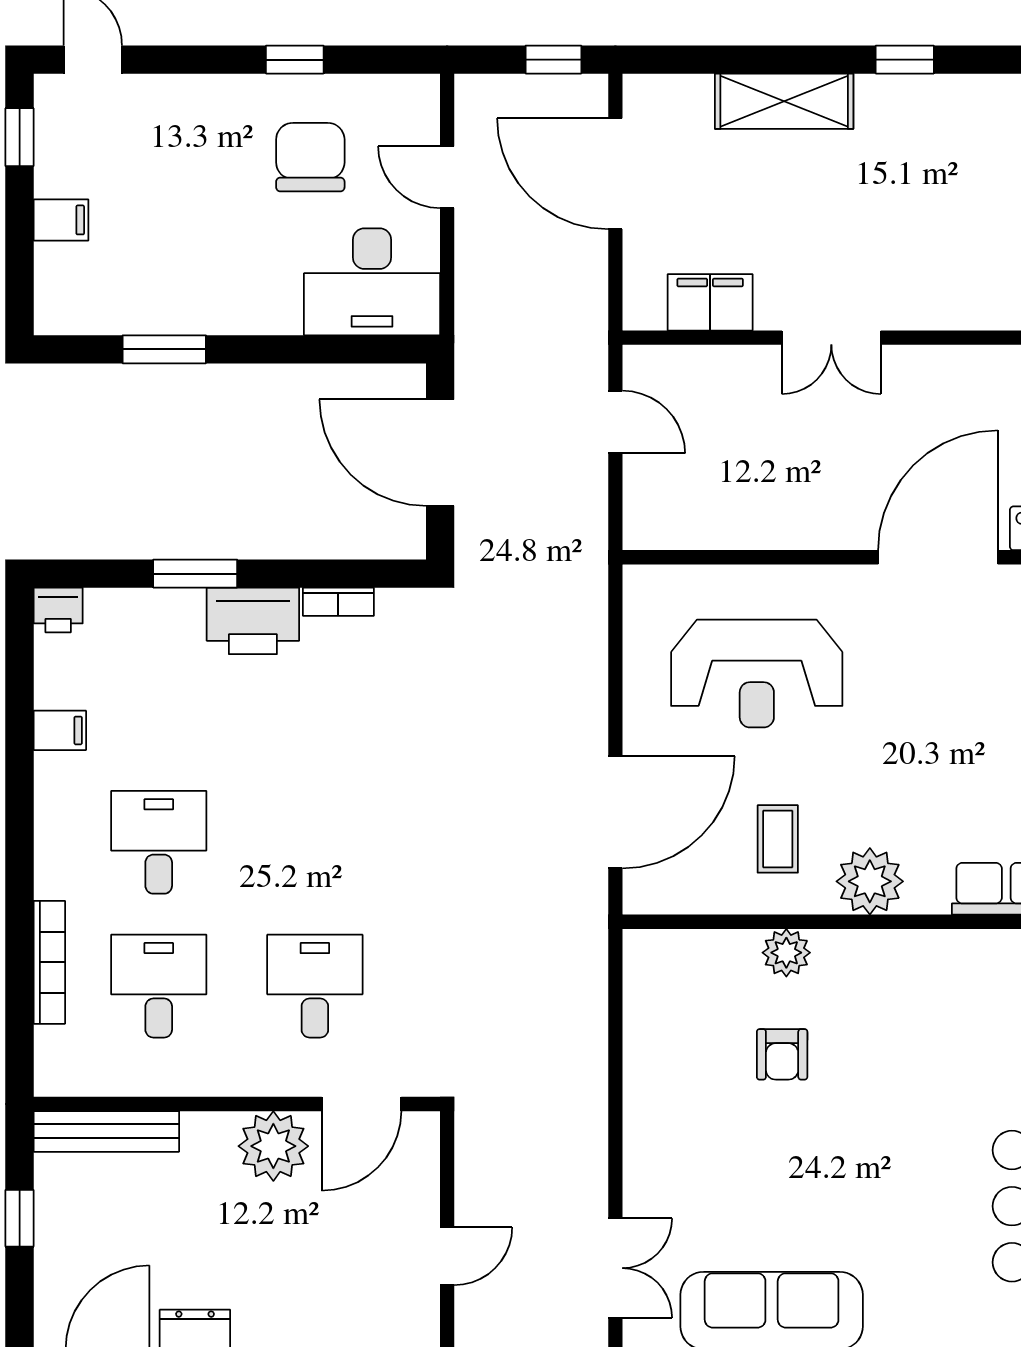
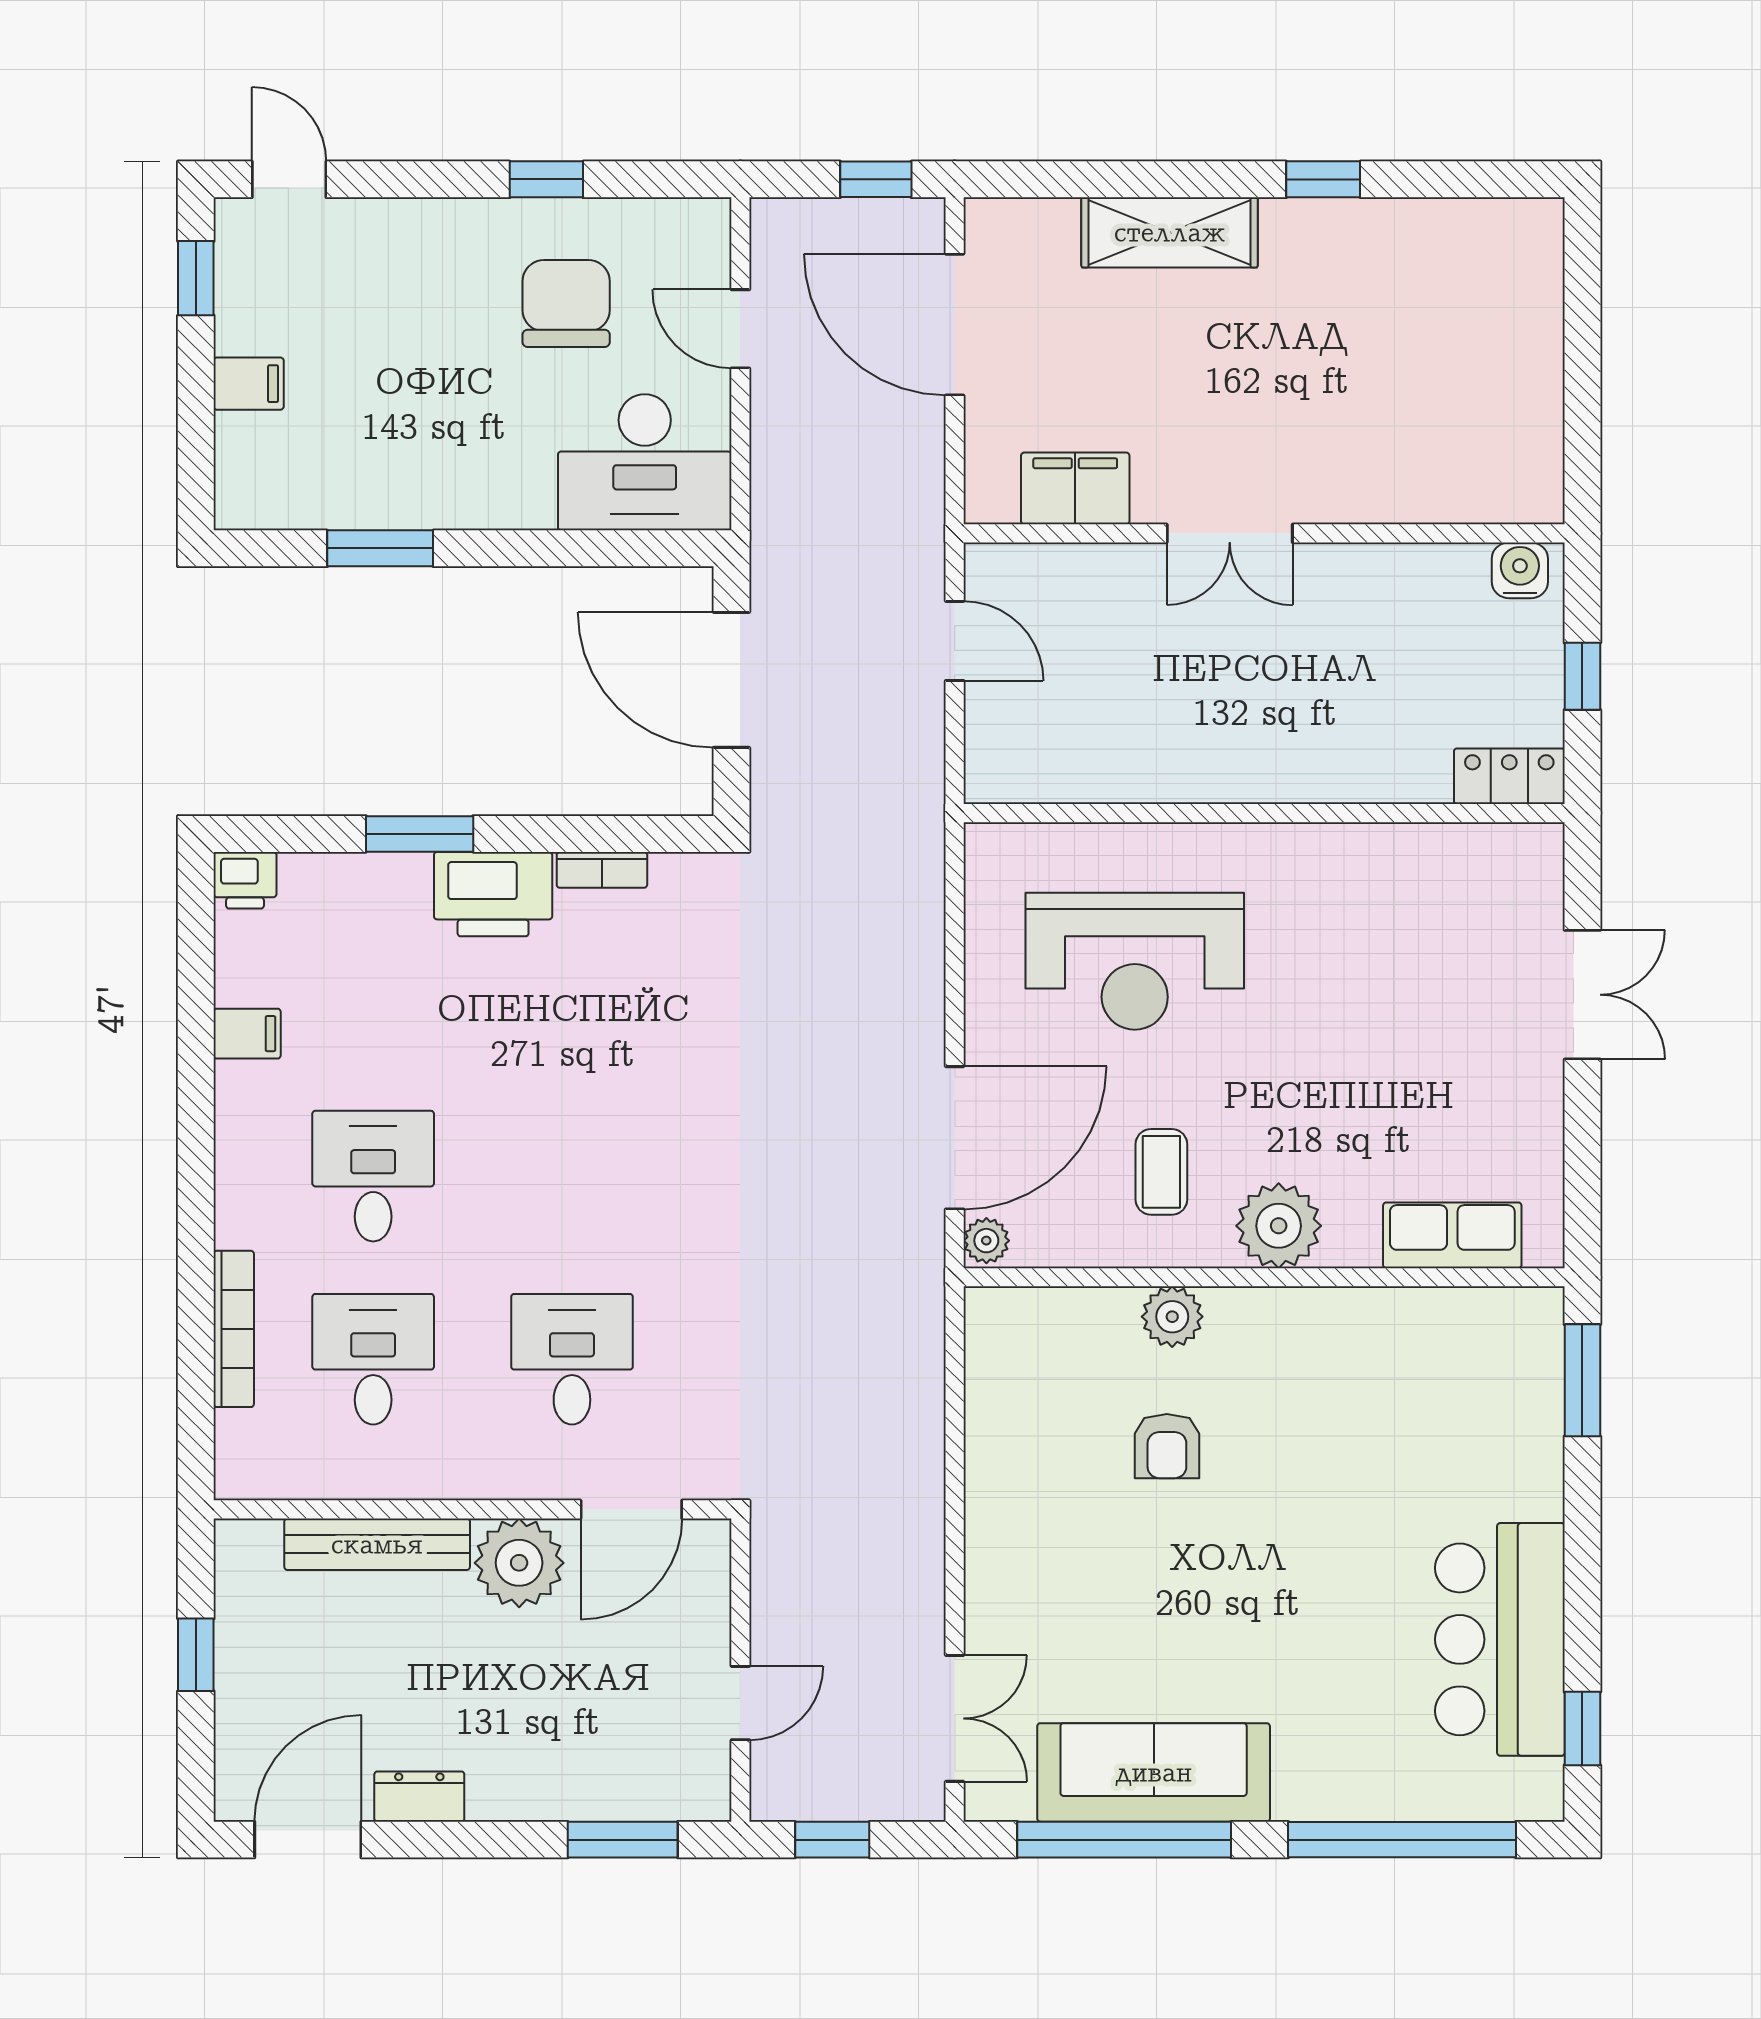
door: (938, 557) -> (1365, 813), removed
plant: (640, 893) -> (986, 1241), added
bench: (106, 1131) -> (377, 1544), moved

